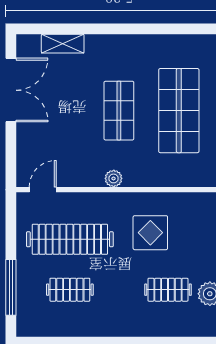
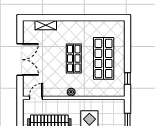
double door: (11, 90) -> (20, 60), moved

